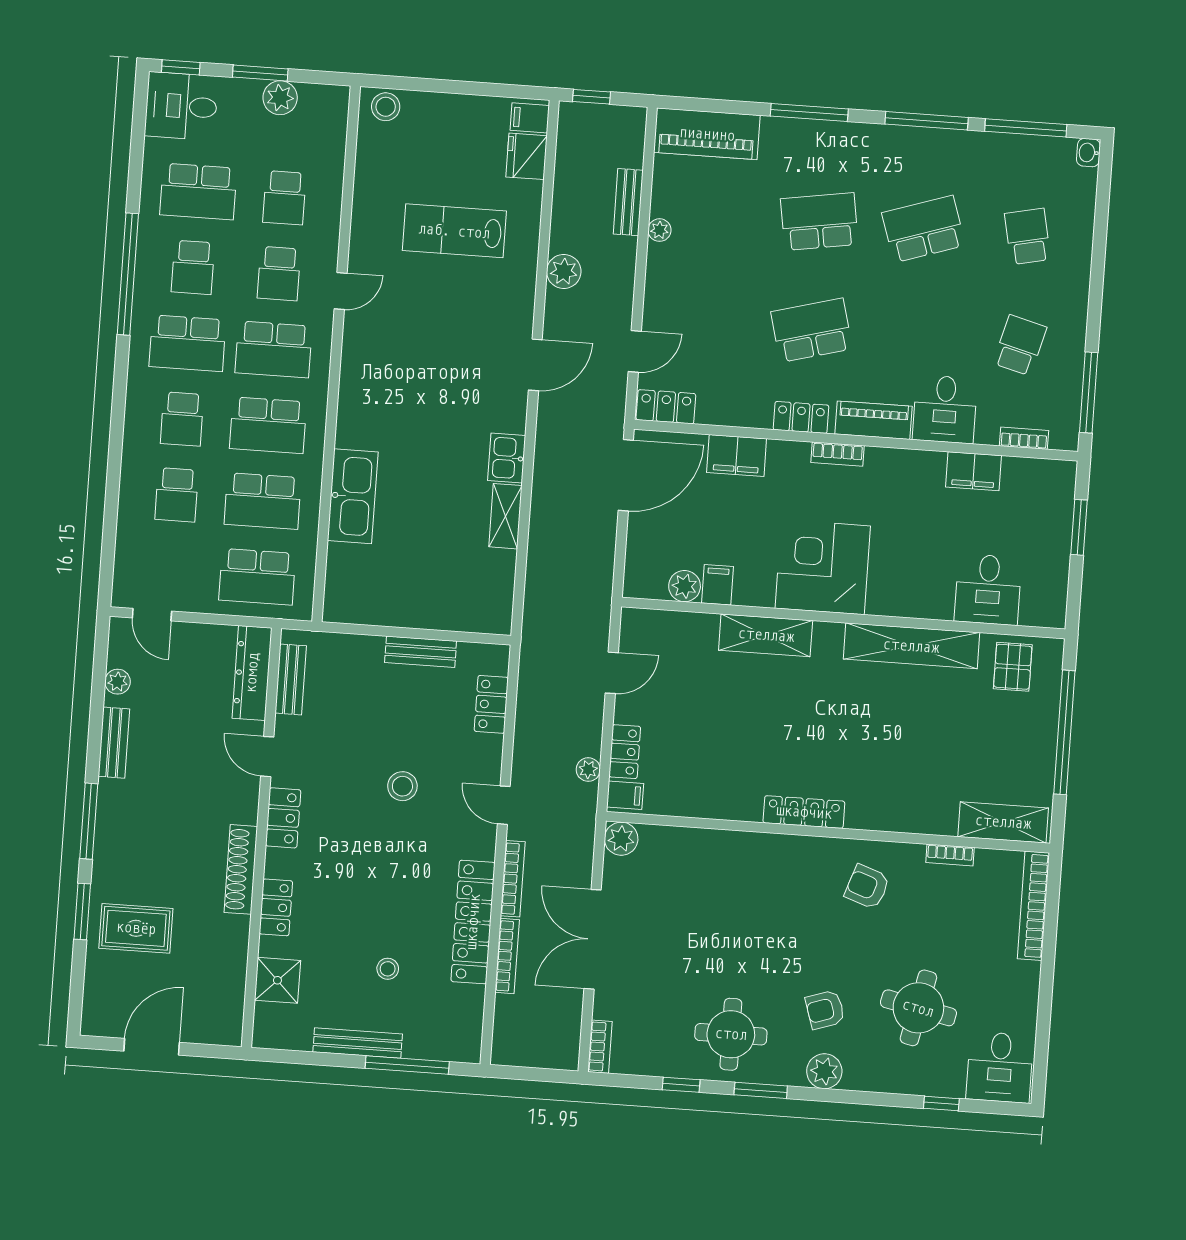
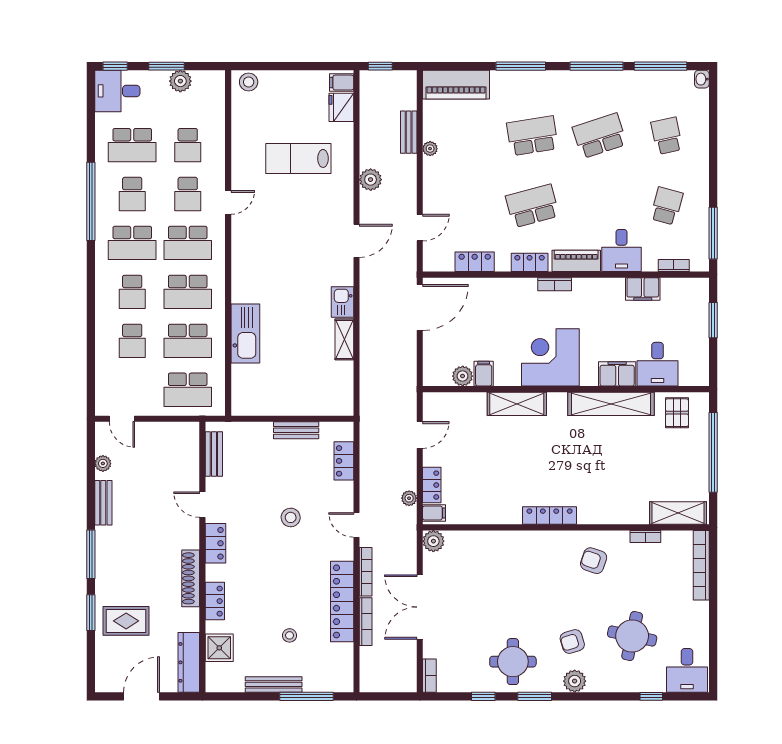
locker: (666, 407) -> (475, 262), moved
filing cabinet: (737, 456) -> (617, 374), moved, turned 180
dresser: (252, 673) -> (189, 662), moved

